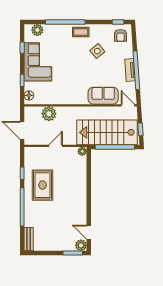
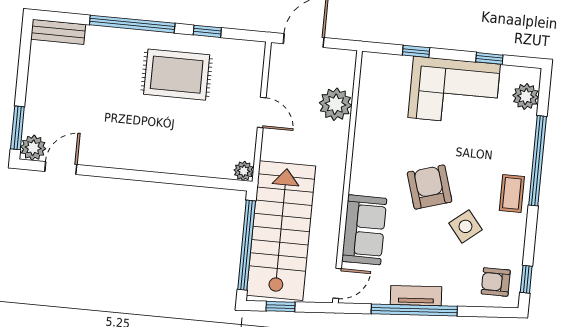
armchair: (81, 69) -> (430, 187), added
floor lamp: (29, 95) -> (381, 63), removed

